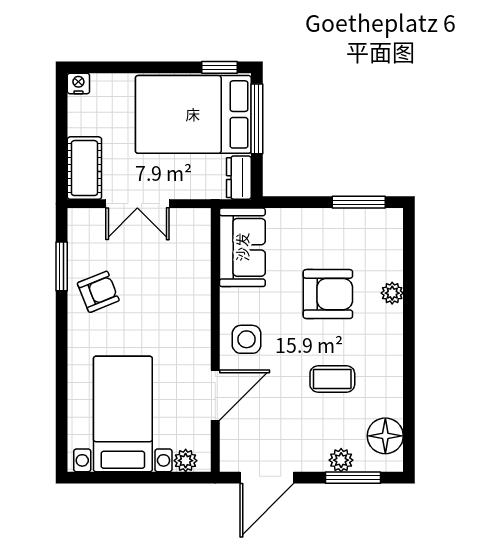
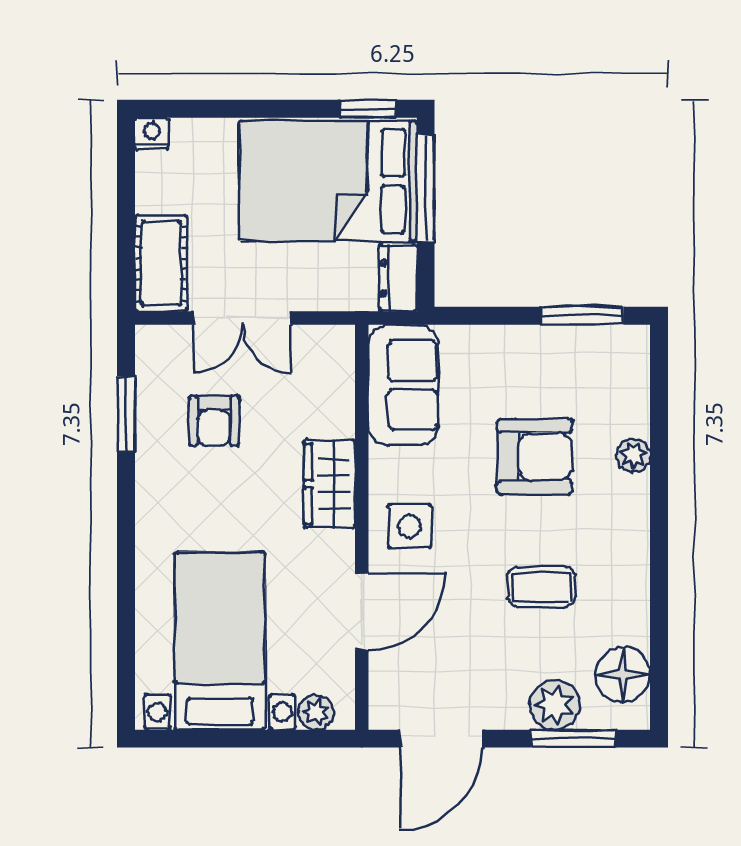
armchair: (98, 292) -> (214, 421), moved, turned 112
wardrobe: (194, 312) -> (330, 484), added
plant: (341, 460) -> (555, 705), width x1.38, depth x1.38

